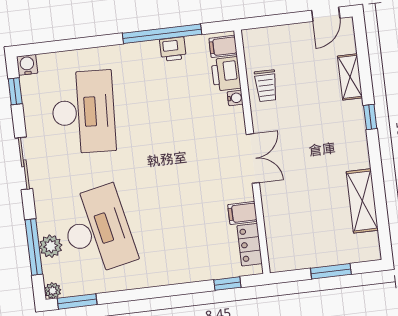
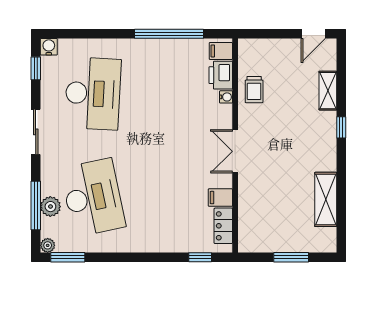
printer: (173, 49) -> (177, 48), removed
double door: (253, 158) -> (235, 151), swing flipped

